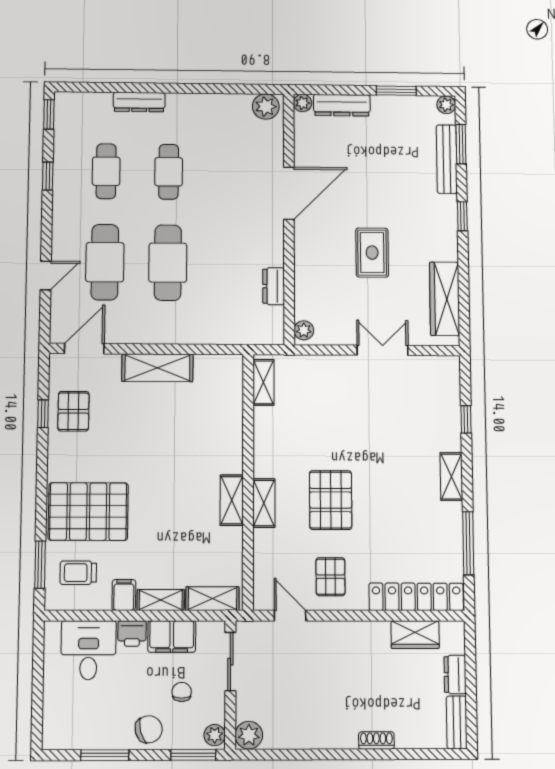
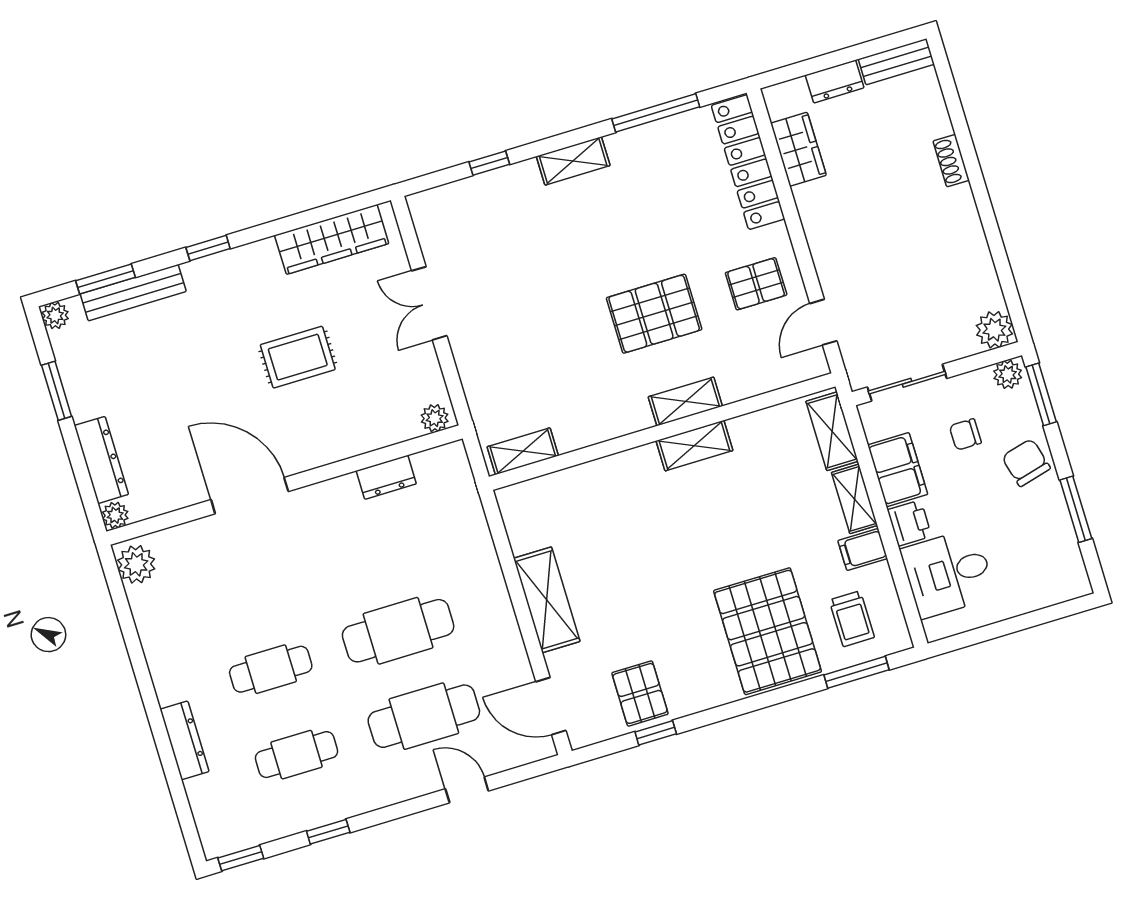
pallet: (73, 411) -> (640, 693), turned 90

